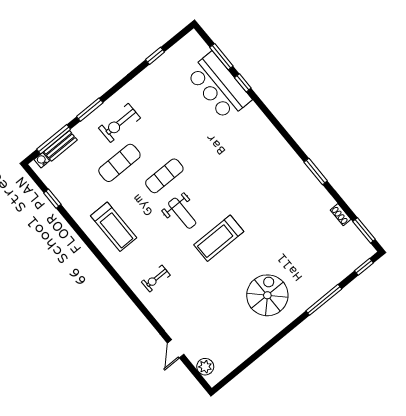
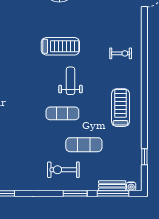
exercise bike: (119, 123) -> (63, 170), turned 180

